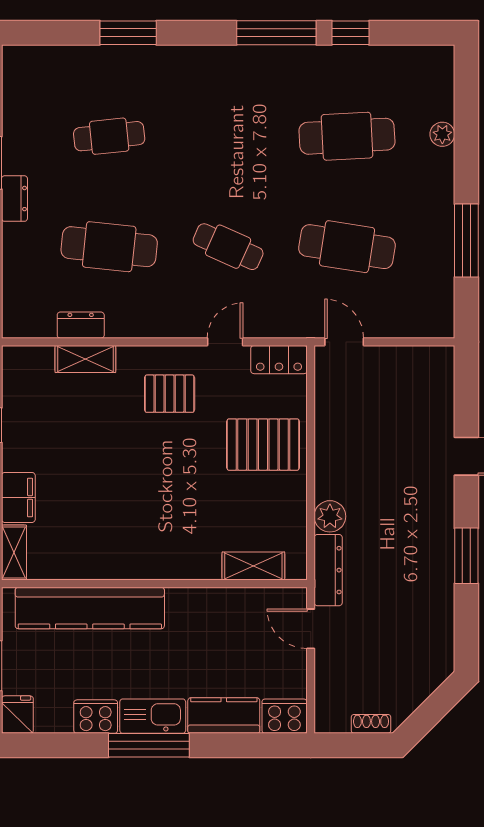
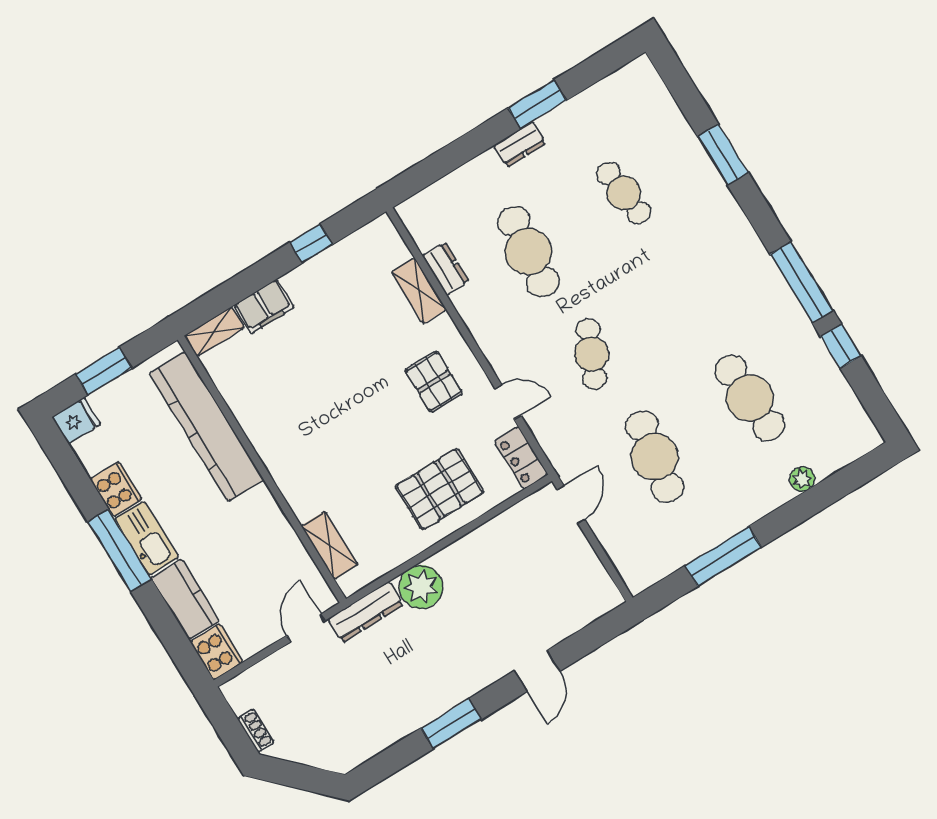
pallet: (263, 445) -> (439, 489), turned 90
plant: (330, 516) -> (421, 587), width x1.36, depth x1.36

